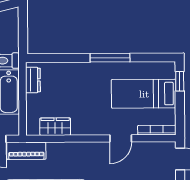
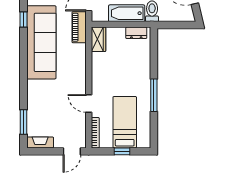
window: (180, 81) -> (122, 151), moved
wardrobe: (55, 127) -> (98, 39), moved

